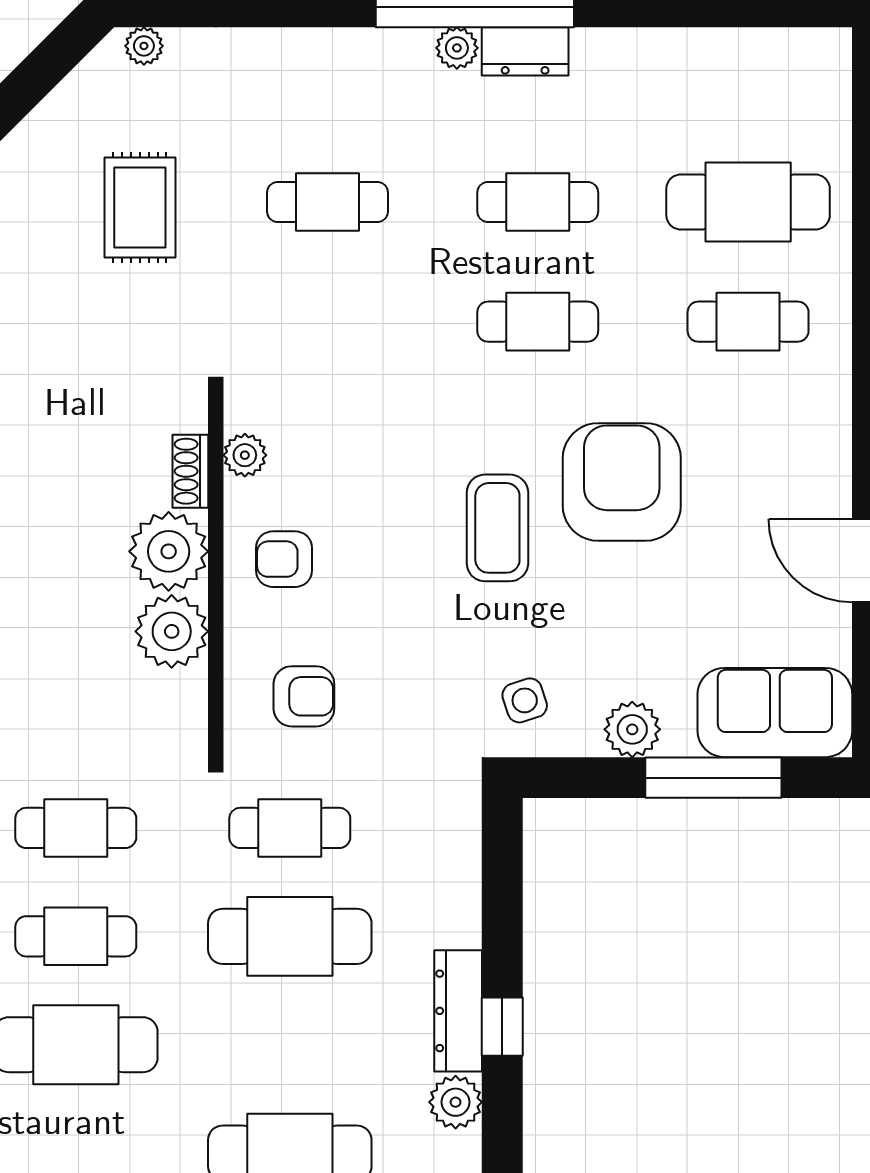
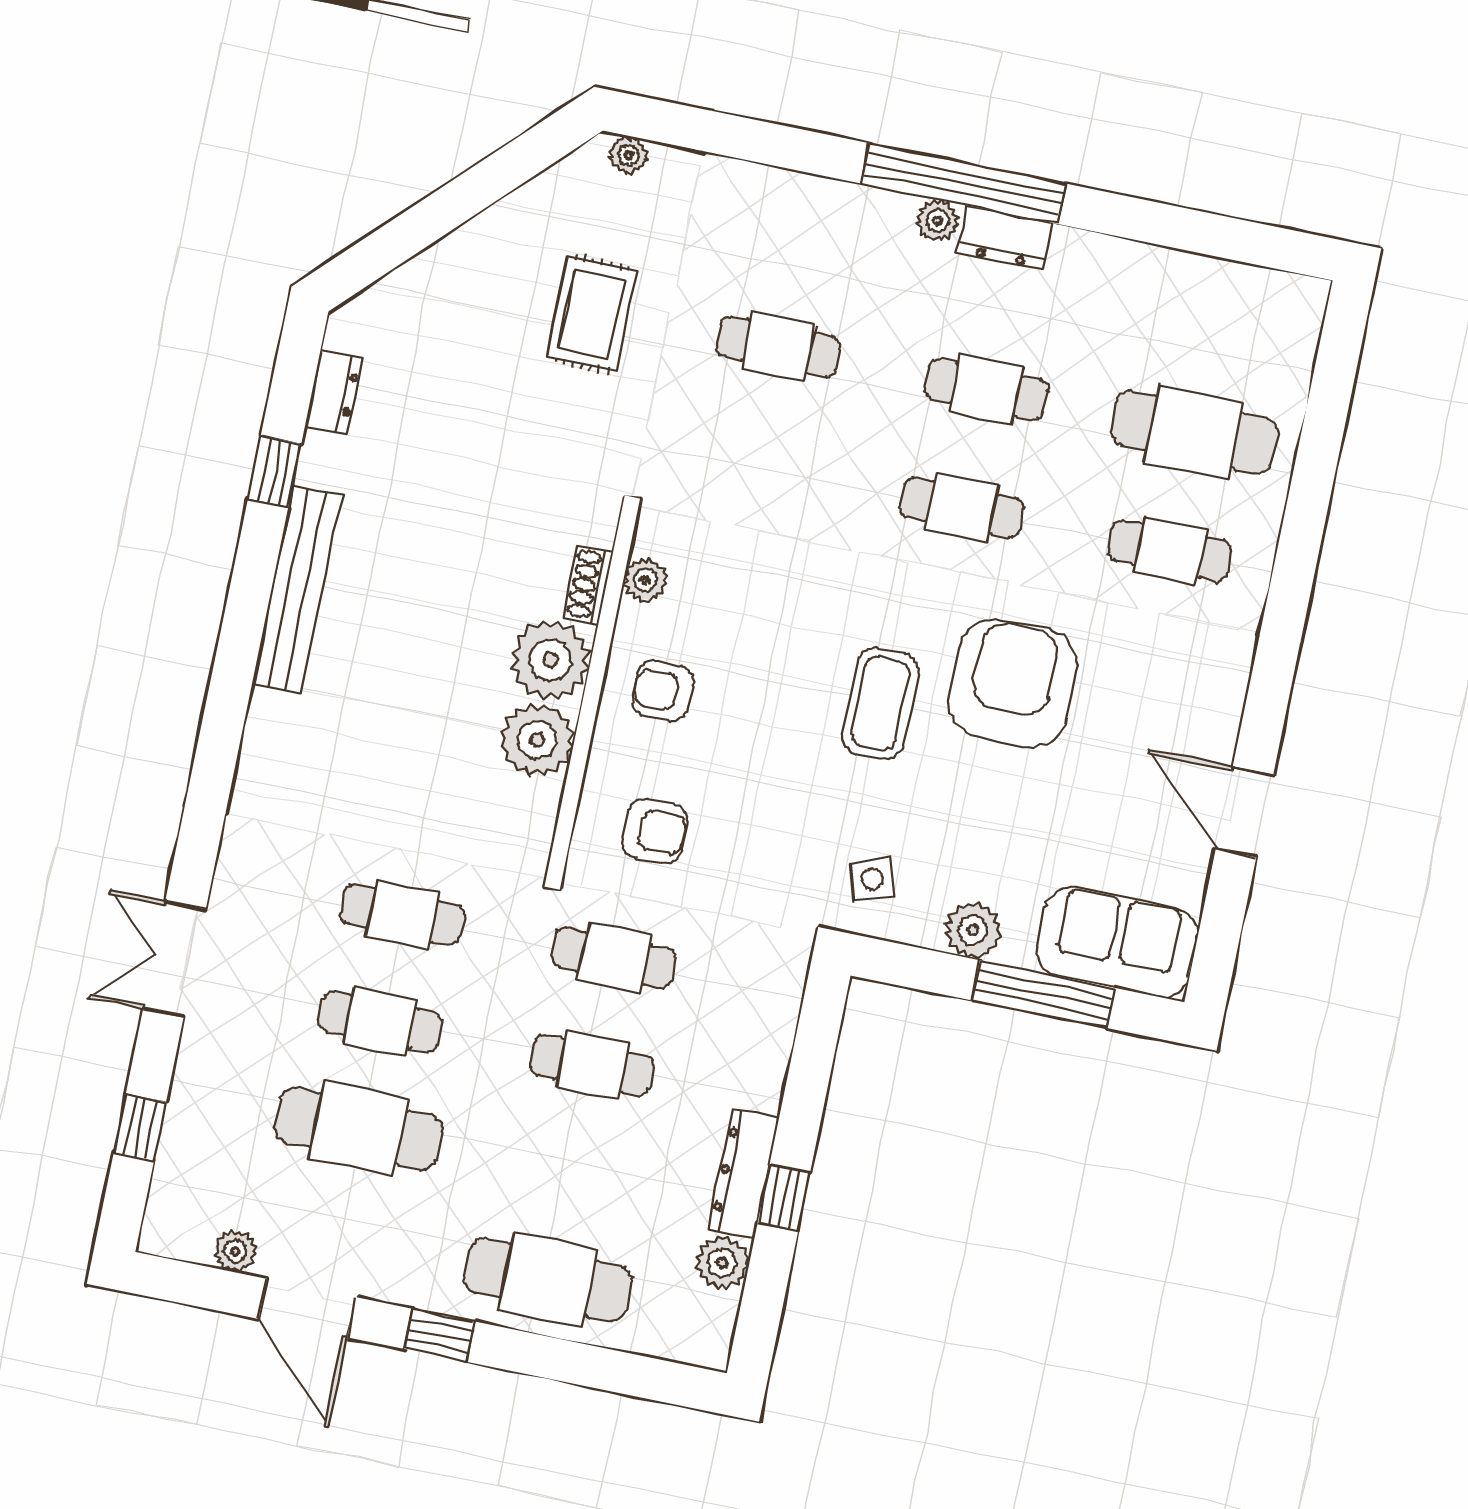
cafe table: (290, 936) -> (592, 1065), width x0.73, depth x0.74

